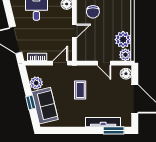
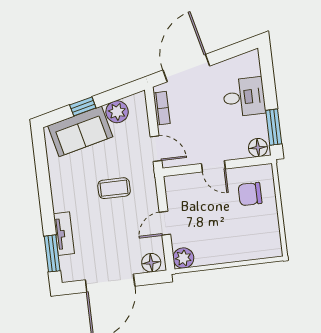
plant: (123, 40) -> (209, 251), removed
tv unit: (103, 122) -> (64, 234), width x0.71

